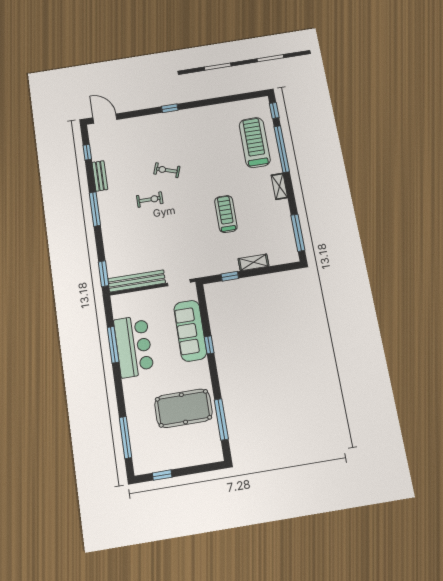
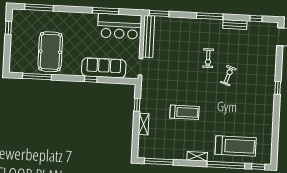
bar counter: (134, 346) -> (120, 26), moved

